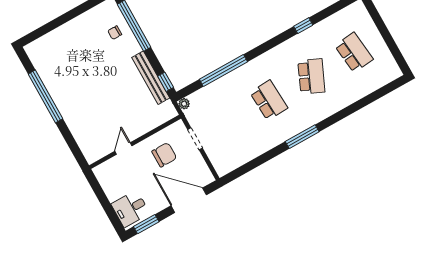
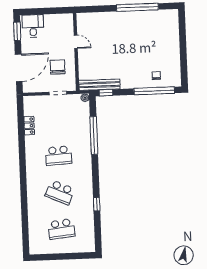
bench: (151, 78) -> (99, 85), moved
window: (302, 137) -> (23, 166), removed
locker: (251, 153) -> (29, 126), added
chair: (164, 155) -> (58, 67), turned 180

